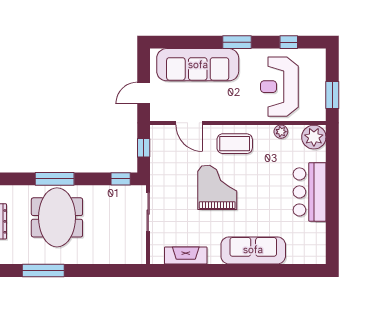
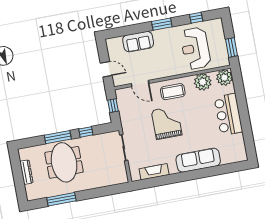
sofa: (198, 65) -> (138, 42), width x0.54, depth x0.79
door: (144, 93) -> (106, 69), swing flipped
plant: (281, 132) -> (203, 82), width x1.87, depth x1.87
window: (121, 179) -> (86, 132), moved

